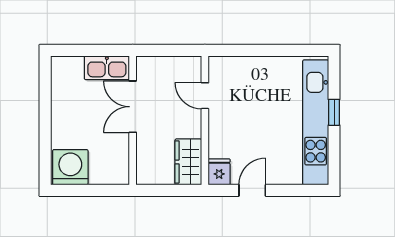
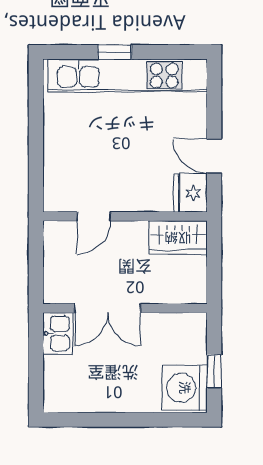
kitchen sink: (107, 68) -> (58, 333), width x0.73
fridge: (219, 172) -> (191, 193), width x1.38
window: (83, 190) -> (214, 371), added

